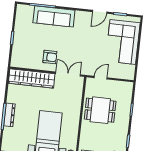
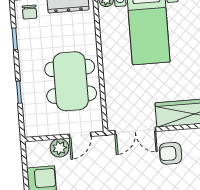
plant: (114, 73) -> (59, 148), added
dining table: (100, 110) -> (71, 81), width x1.38

